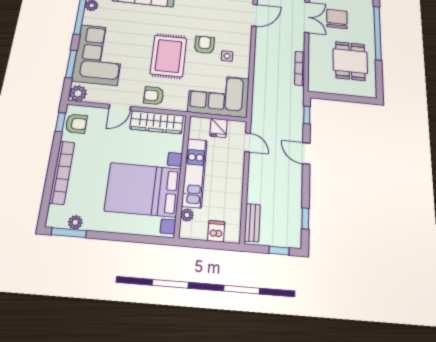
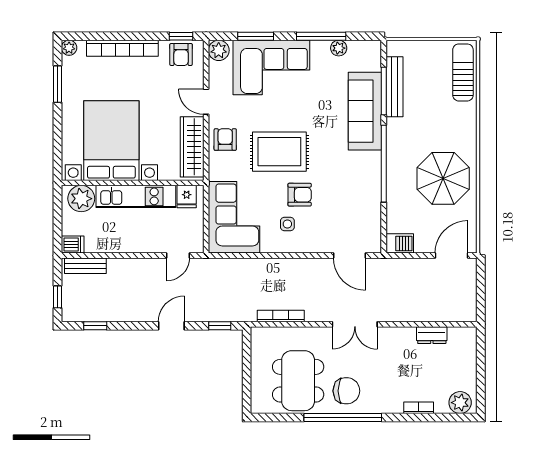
chair: (337, 19) -> (346, 391), moved
dining table: (350, 61) -> (298, 381), width x1.38
fridge: (219, 128) -> (187, 196), moved, turned -90
plant: (187, 215) -> (81, 199), width x1.88, depth x1.88
plant: (75, 222) -> (69, 48), moved
dishwasher: (216, 231) -> (73, 244), moved
window: (69, 233) -> (58, 84), moved

